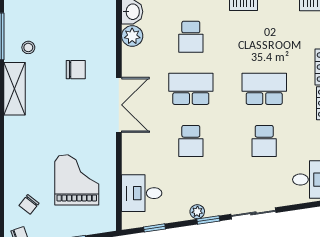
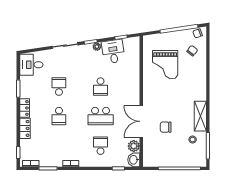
school desk: (264, 89) -> (59, 116), width x0.54
double door: (119, 105) -> (141, 121), moved
school desk: (191, 141) -> (101, 87), turned 180
desk: (142, 193) -> (113, 52), moved, turned -98

